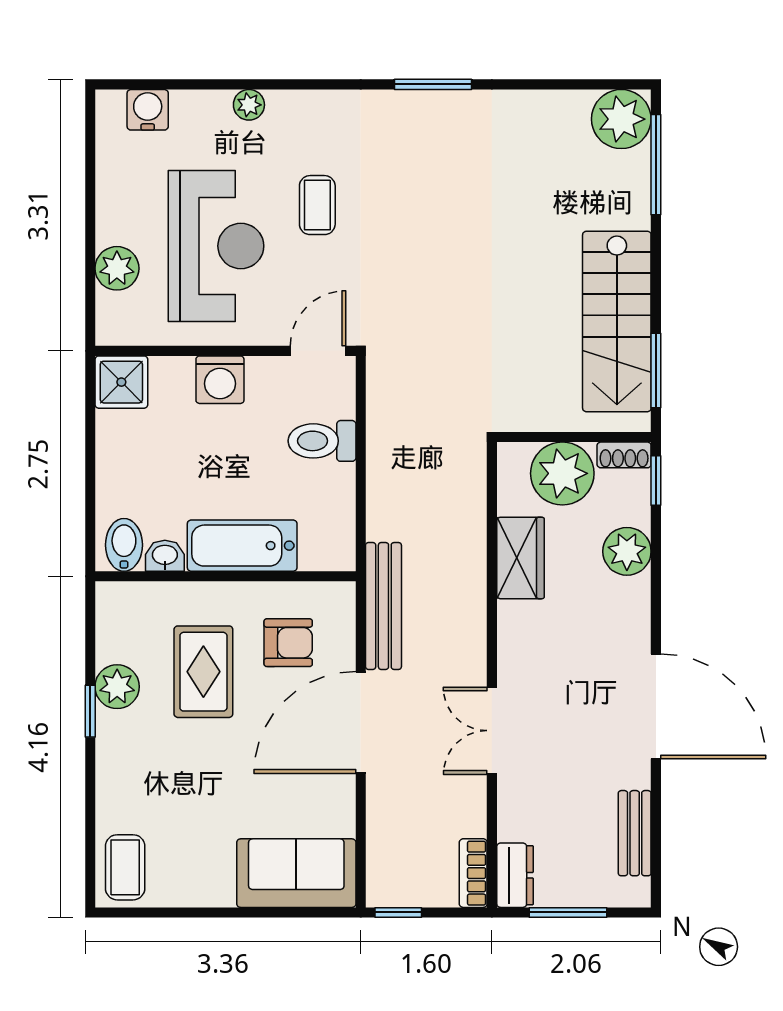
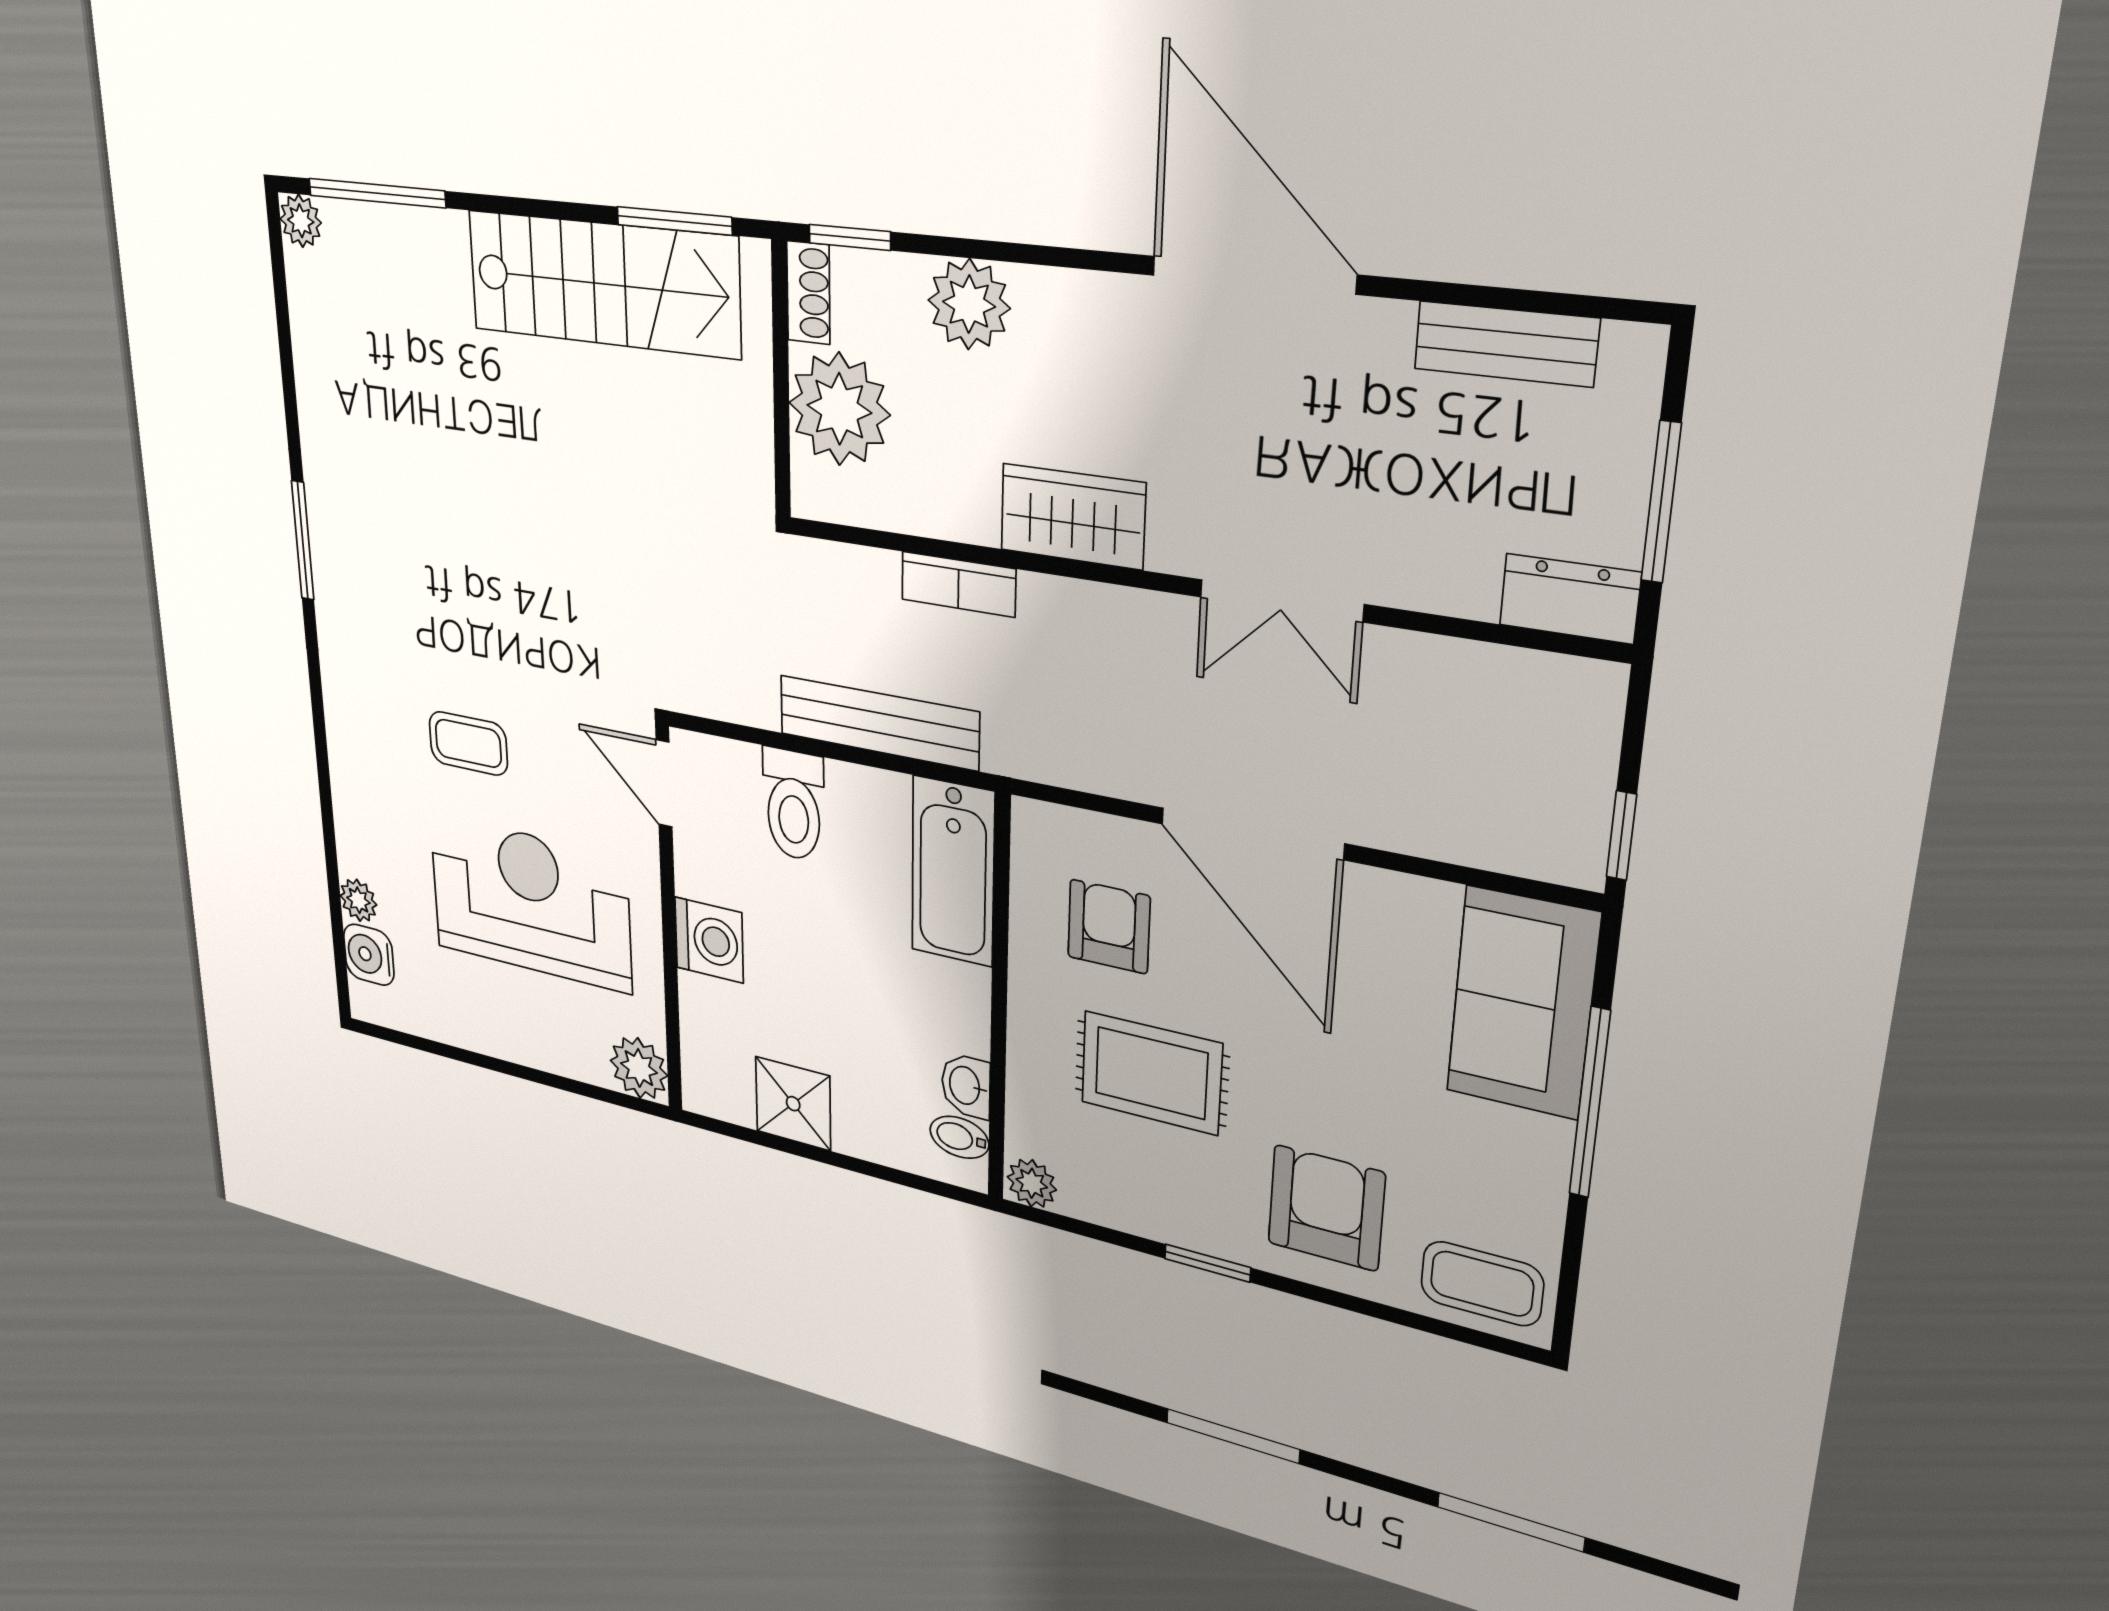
plant: (249, 105) -> (358, 900), moved
plant: (621, 119) -> (301, 221), width x0.53, depth x0.53
plant: (117, 268) -> (639, 1068), moved
shower: (121, 382) -> (793, 1104), moved
bidet: (124, 545) -> (959, 1137), width x0.72, depth x0.74
bathtub: (242, 546) -> (953, 872), moved
wardrobe: (521, 558) -> (1073, 517), moved
bench: (383, 606) -> (879, 723), moved
plant: (117, 687) -> (1032, 1183), moved, width x0.73, depth x0.73
door: (656, 706) -> (1253, 275), hinge flipped
armchair: (146, 778) -> (1326, 1208), added
bookcase: (473, 873) -> (958, 584), moved
window: (248, 912) -> (1590, 1103), added

